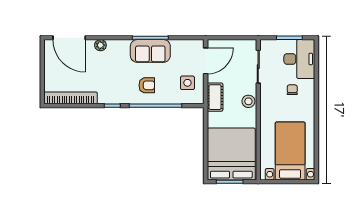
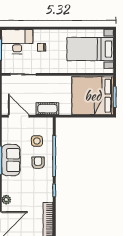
side table: (187, 83) -> (37, 141), moved
stool: (248, 101) -> (51, 82), removed

